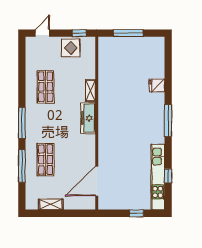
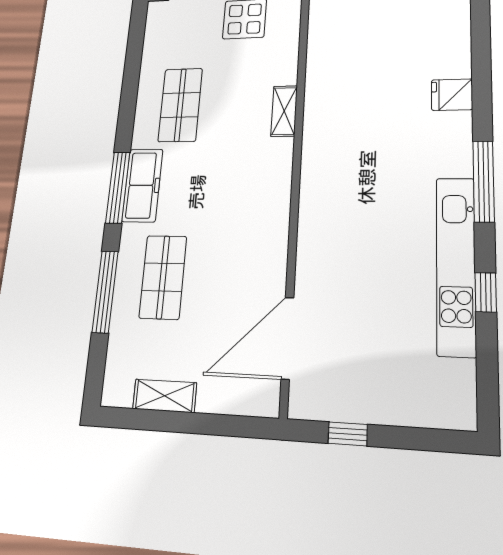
freezer: (88, 118) -> (142, 185), moved, turned 180
window: (168, 176) -> (486, 292), moved
kitchen unit: (158, 177) -> (456, 265), moved
window: (137, 213) -> (348, 434), moved

